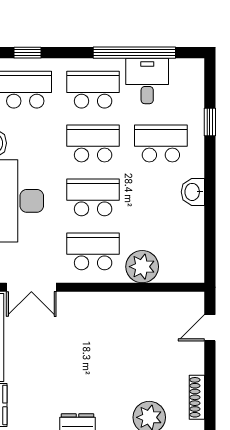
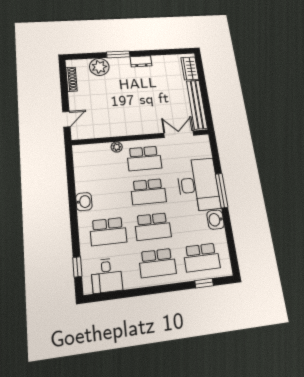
window: (134, 53) -> (133, 293), removed
desk: (147, 81) -> (107, 276), moved
window: (210, 122) -> (77, 267), moved
plant: (142, 267) -> (117, 147), width x0.53, depth x0.53

